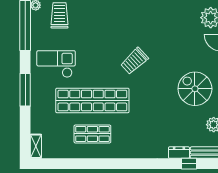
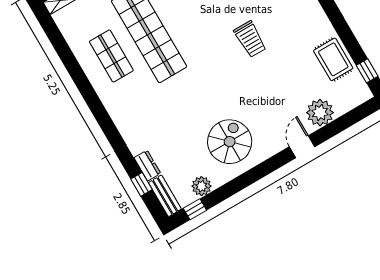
trolley: (134, 61) -> (250, 39), moved, turned -137

